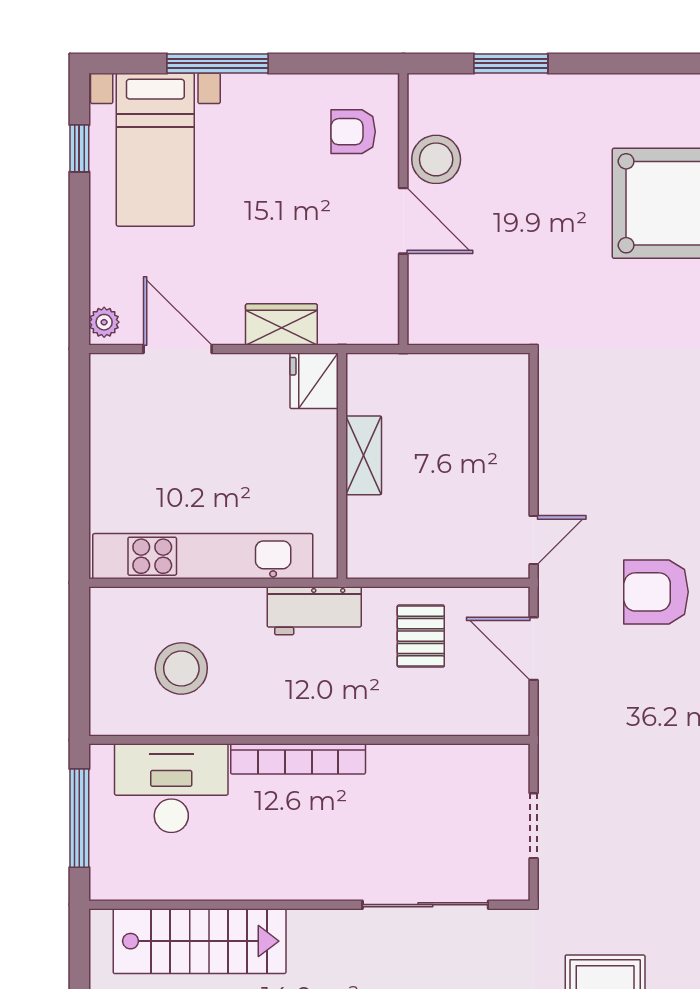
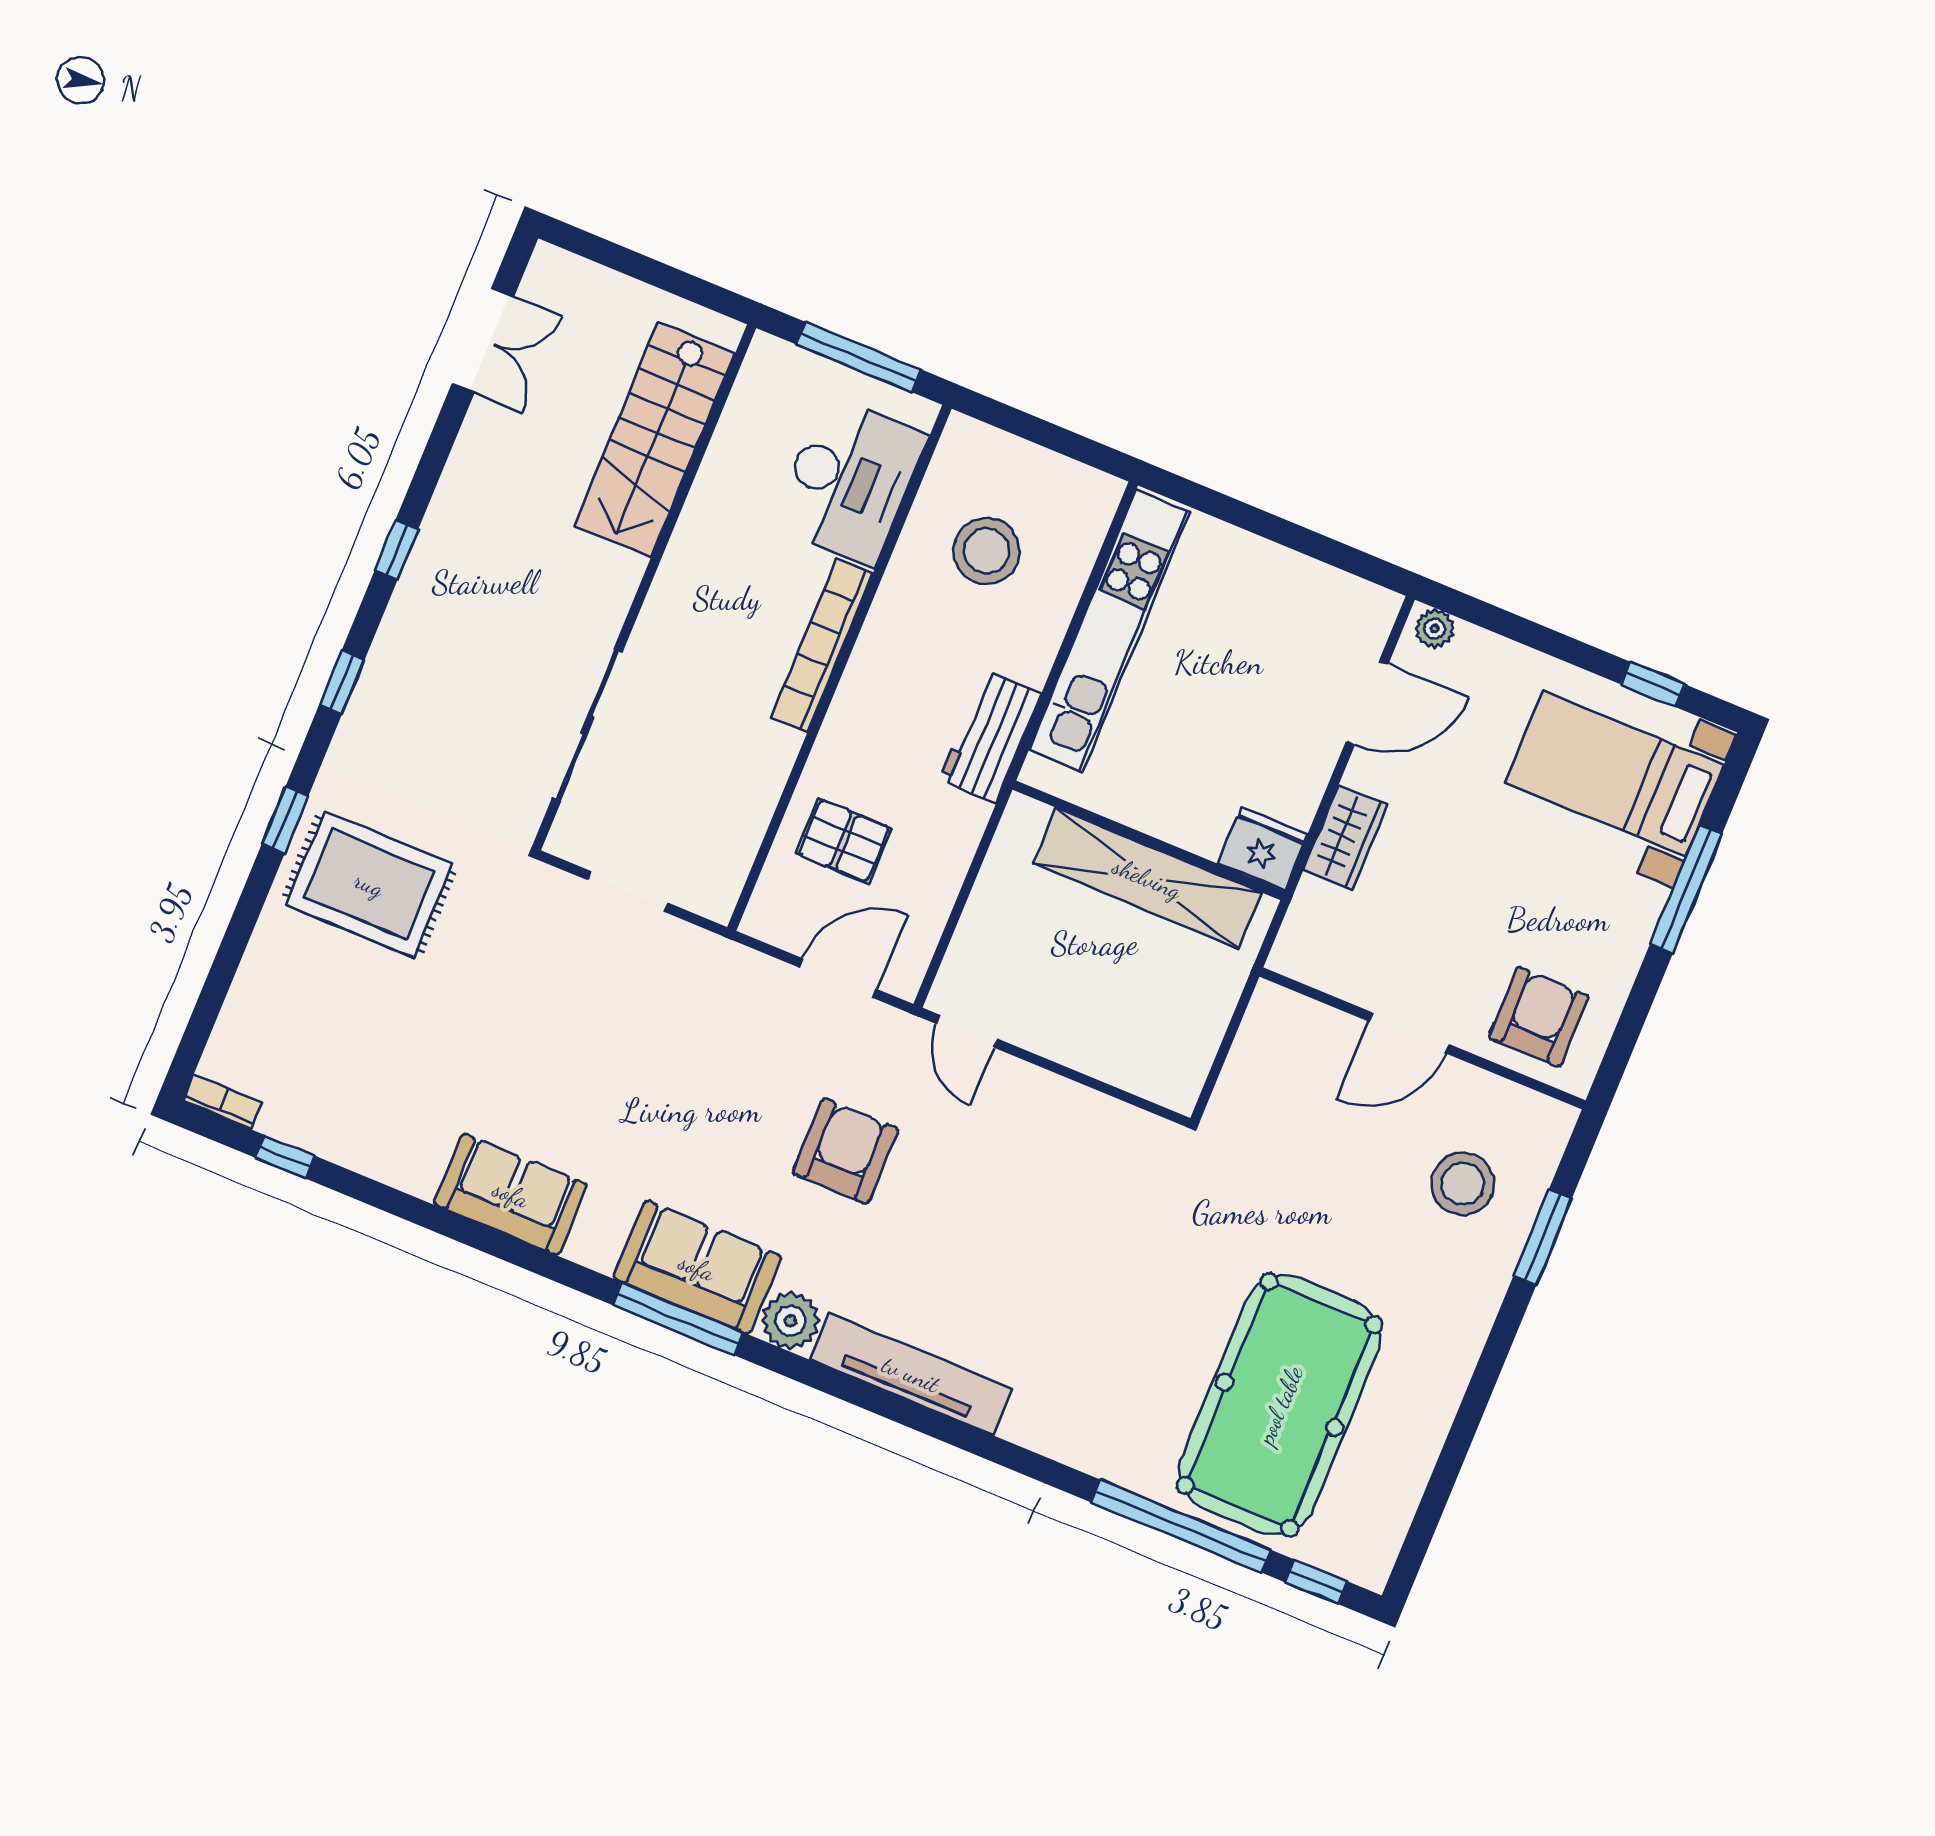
armchair: (353, 132) -> (1539, 1017), width x1.38, depth x1.38
stool: (436, 159) -> (1463, 1184), moved
shelving: (364, 455) -> (1147, 878), width x2.20, depth x1.33
pallet: (421, 636) -> (844, 841), moved

